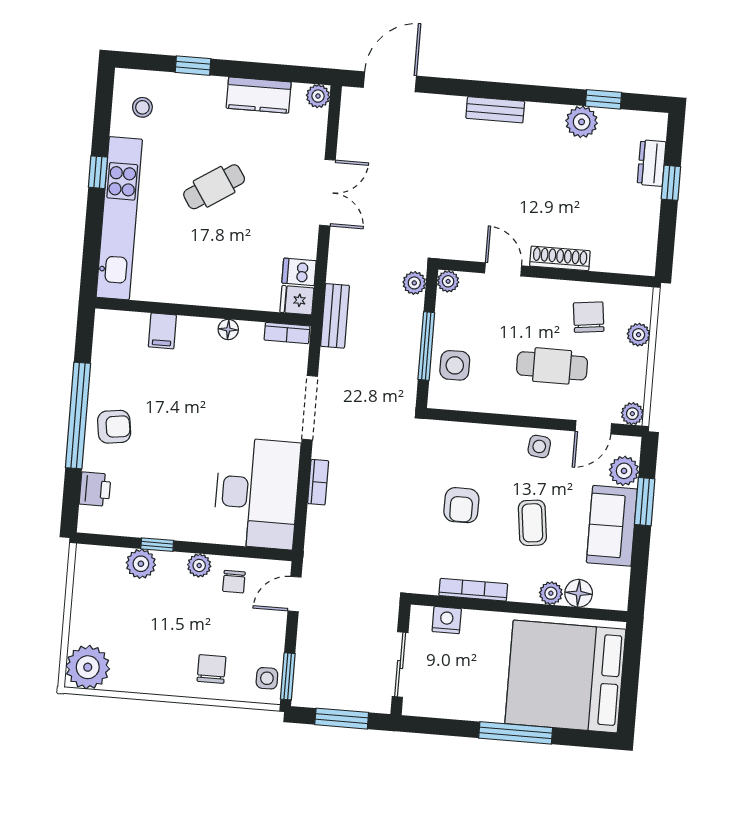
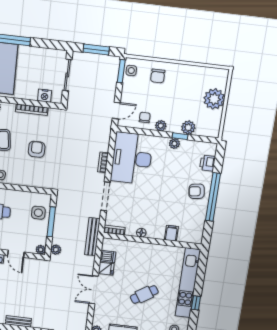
fridge: (297, 300) -> (106, 269), moved
bench: (335, 316) -> (92, 237), width x1.36
plant: (168, 528) -> (174, 144), added
plant: (88, 667) -> (214, 99), moved

